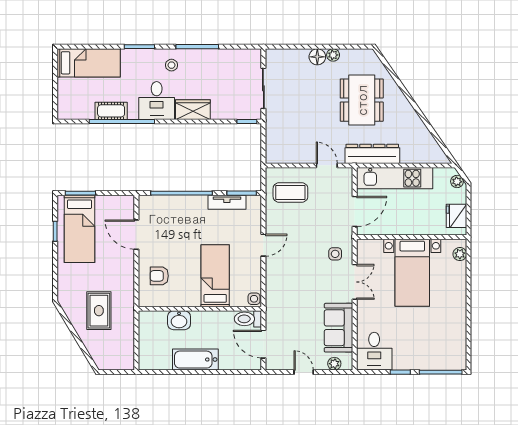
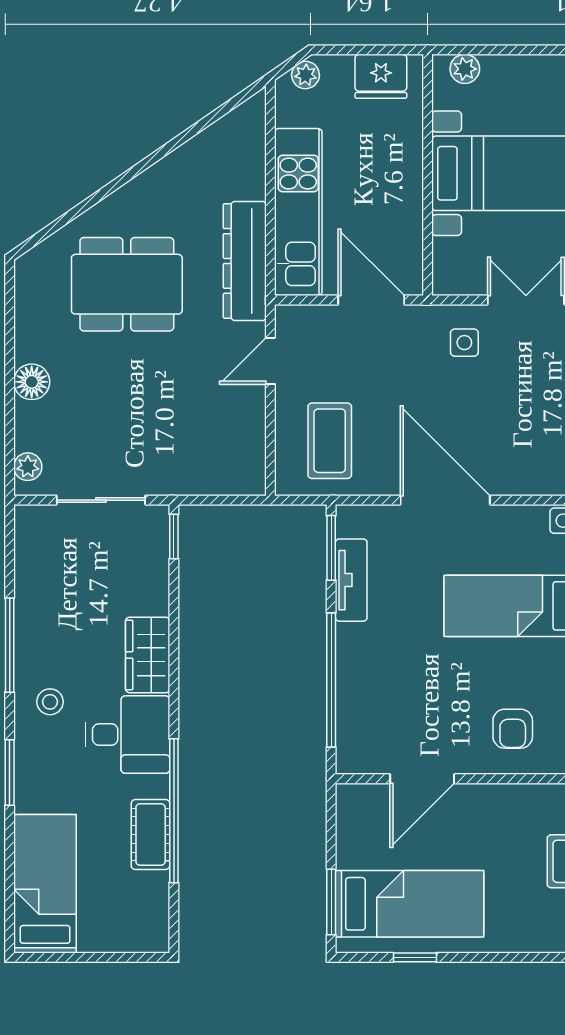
plant: (333, 55) -> (28, 467), moved
door: (263, 245) -> (445, 500), width x1.88

